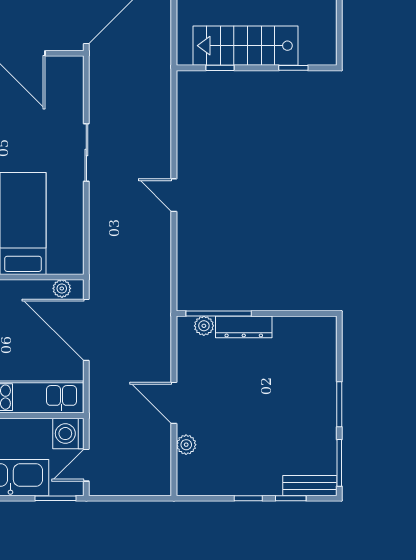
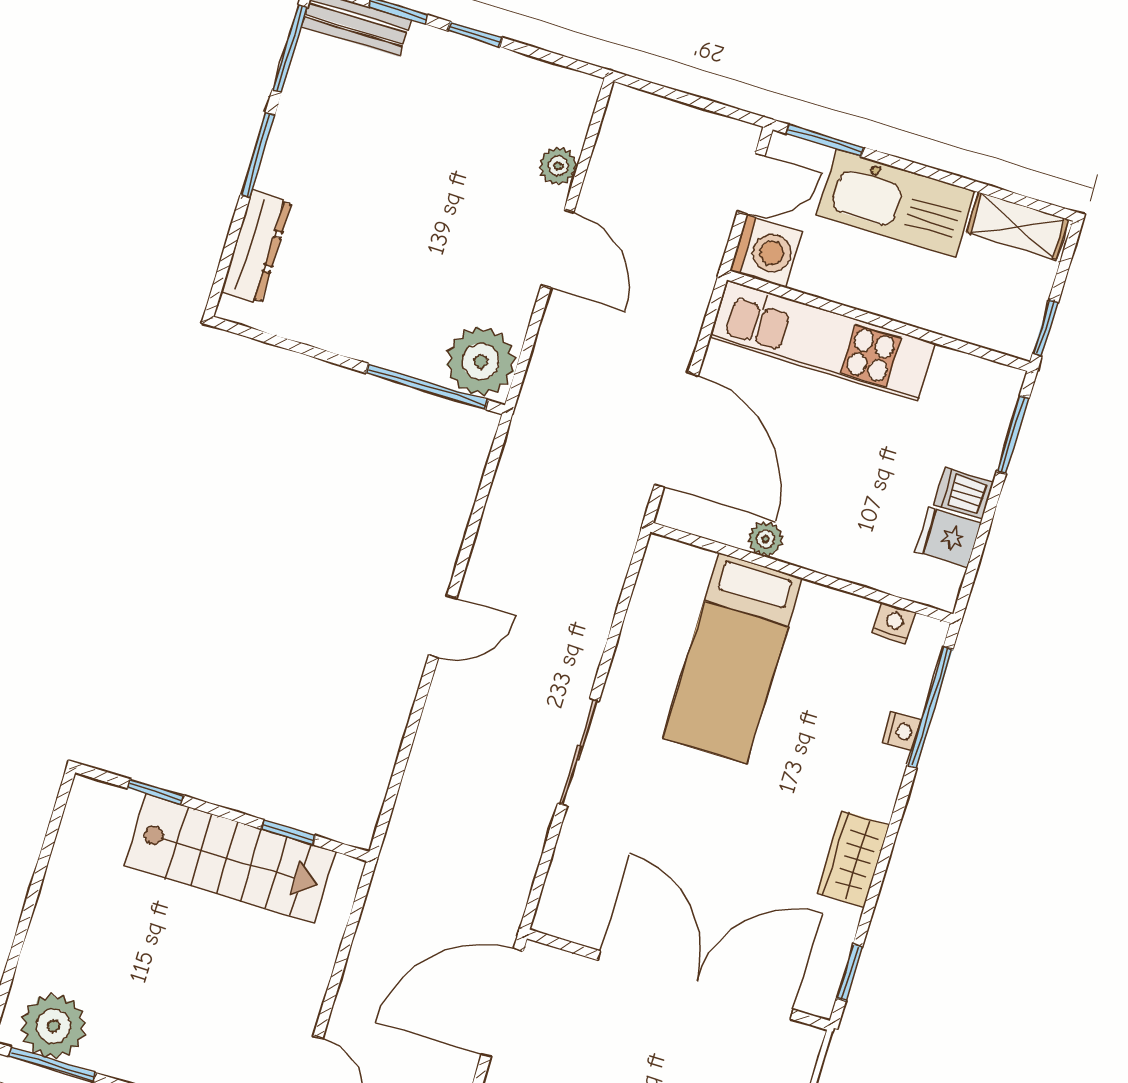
door: (174, 195) -> (443, 627), hinge flipped
plant: (62, 288) -> (765, 539), moved
plant: (204, 326) -> (481, 361), width x1.88, depth x1.88
dresser: (244, 327) -> (256, 247), moved, turned 90

